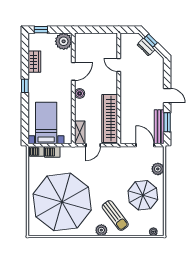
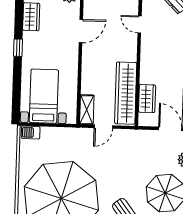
boiler: (80, 93) -> (88, 60), removed
wardrobe: (126, 122) -> (147, 99), added
barbecue: (52, 152) -> (51, 134), removed

